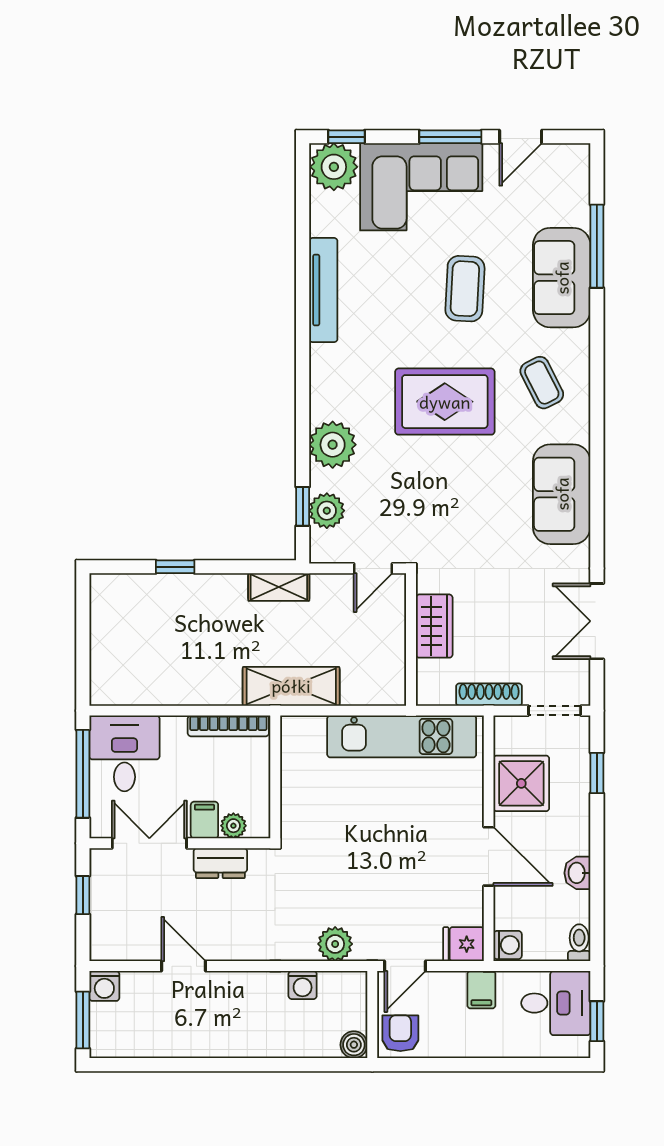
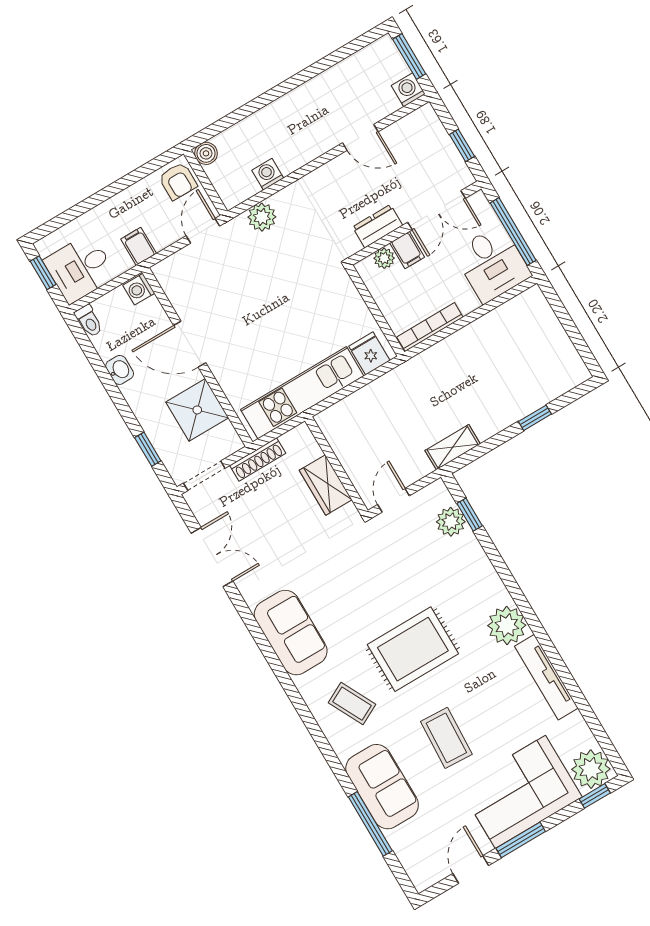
plant: (333, 445) -> (507, 625), moved
shelving: (291, 686) -> (402, 382), removed
fridge: (463, 944) -> (369, 353), moved, turned -90

